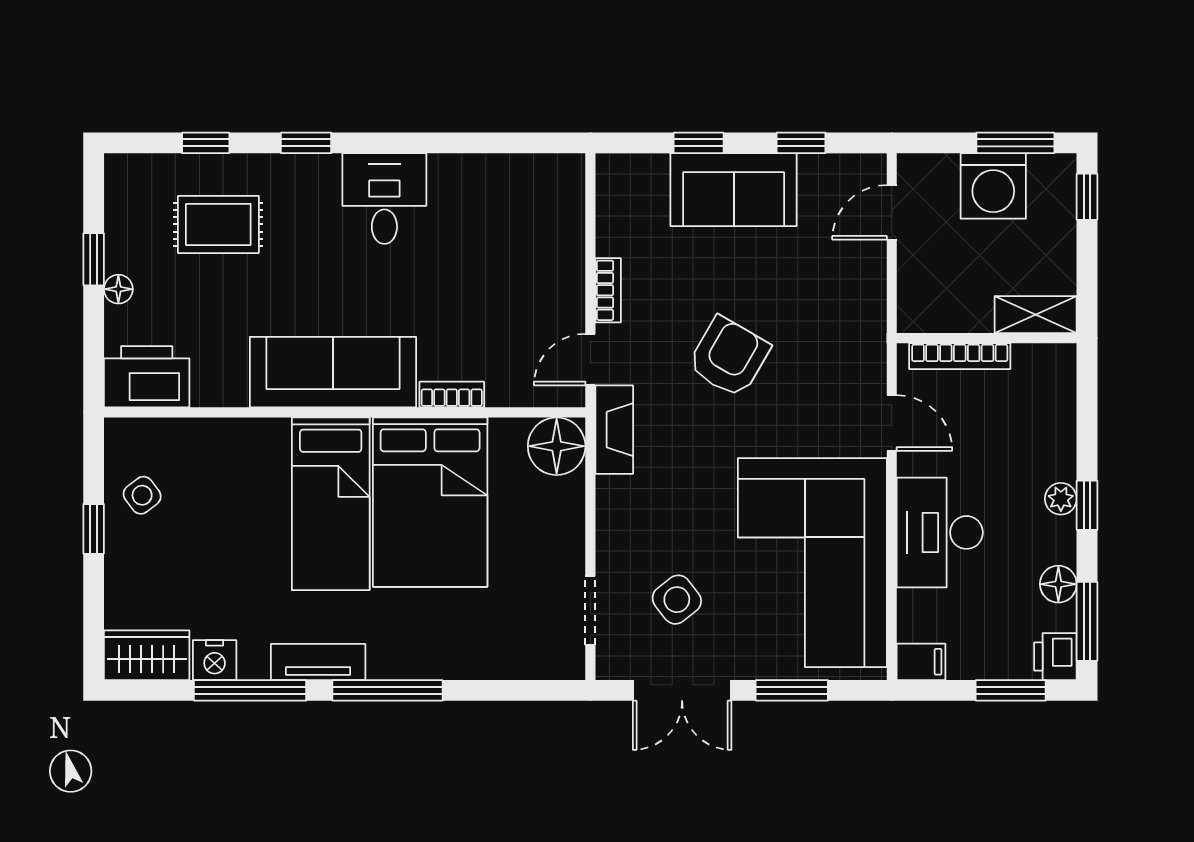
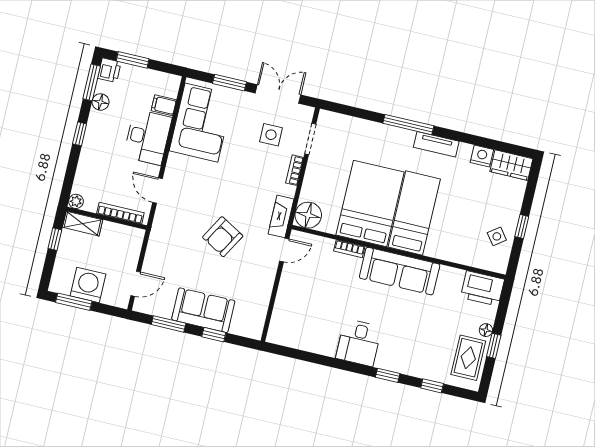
window: (801, 143) -> (169, 324), width x1.50
window: (1087, 197) -> (55, 239), moved
rug: (218, 224) -> (468, 358), moved, turned 90
bookcase: (608, 290) -> (295, 170), moved
plant: (1061, 499) -> (76, 201), moved
corner sofa: (812, 563) -> (201, 123), width x0.73, depth x0.74
side table: (677, 600) -> (271, 135), turned 38
filing cabinet: (921, 662) -> (164, 105), moved
window: (250, 690) -> (469, 139), removed

